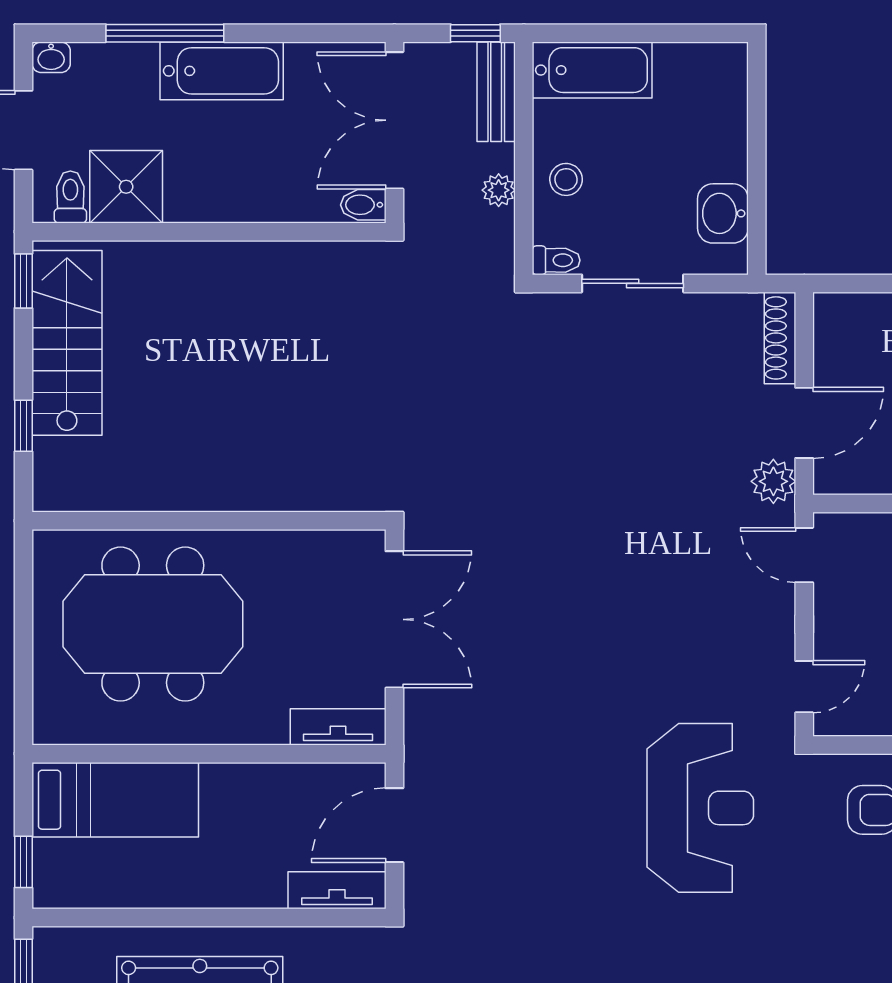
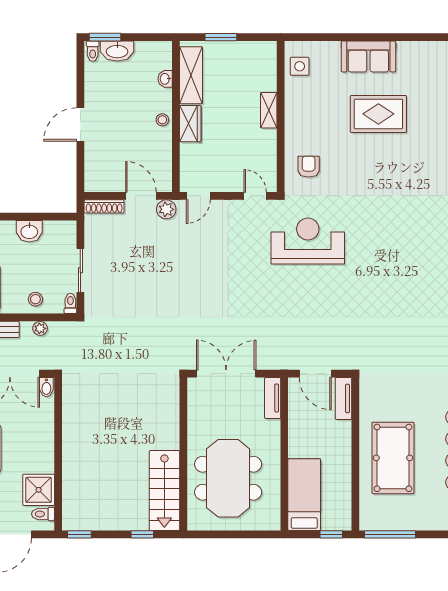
washbasin: (723, 213) -> (29, 231), moved
stairs: (67, 343) -> (164, 491), moved, turned -90

